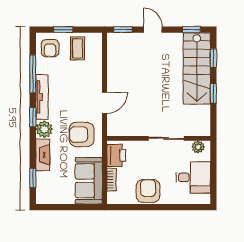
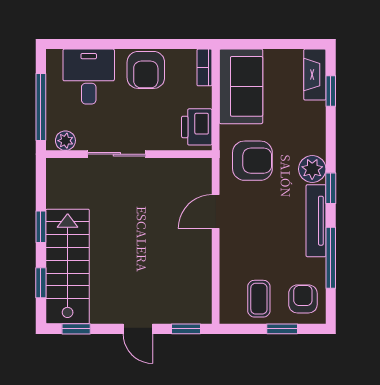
fireplace: (43, 155) -> (315, 75), moved
window: (213, 168) -> (41, 107), added
desk: (193, 177) -> (89, 77), moved, turned 90
bookcase: (111, 180) -> (204, 67), moved

